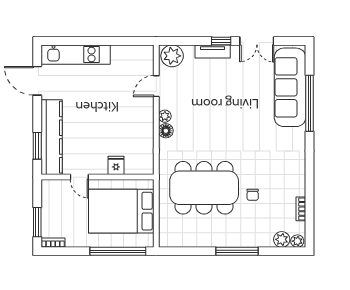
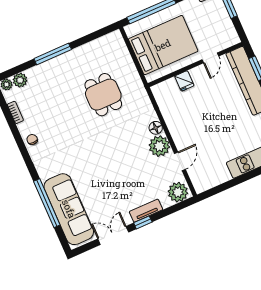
plant: (165, 116) -> (159, 146), width x1.88, depth x1.88
door: (79, 177) -> (210, 58), swing flipped
dining table: (204, 188) -> (103, 95), width x0.53, depth x0.80
chair: (253, 195) -> (32, 139), moved

